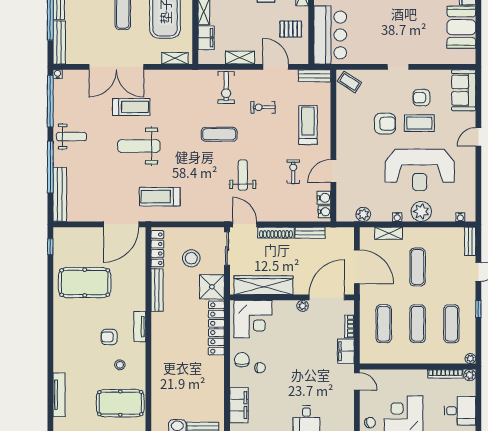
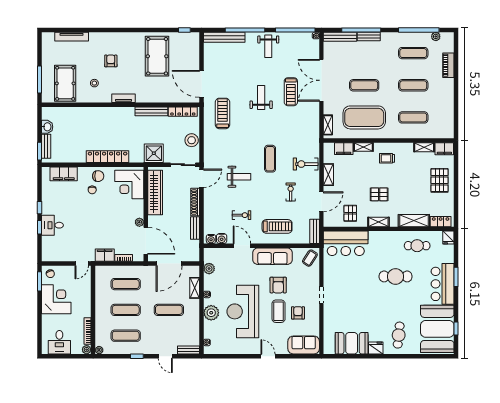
sofa: (347, 131) -> (272, 256), added
weight bench: (139, 146) -> (261, 97), width x0.73, depth x0.75
stool: (191, 258) -> (192, 140), moved
locker: (216, 328) -> (108, 157), moved
armchair: (109, 337) -> (111, 61), moved

